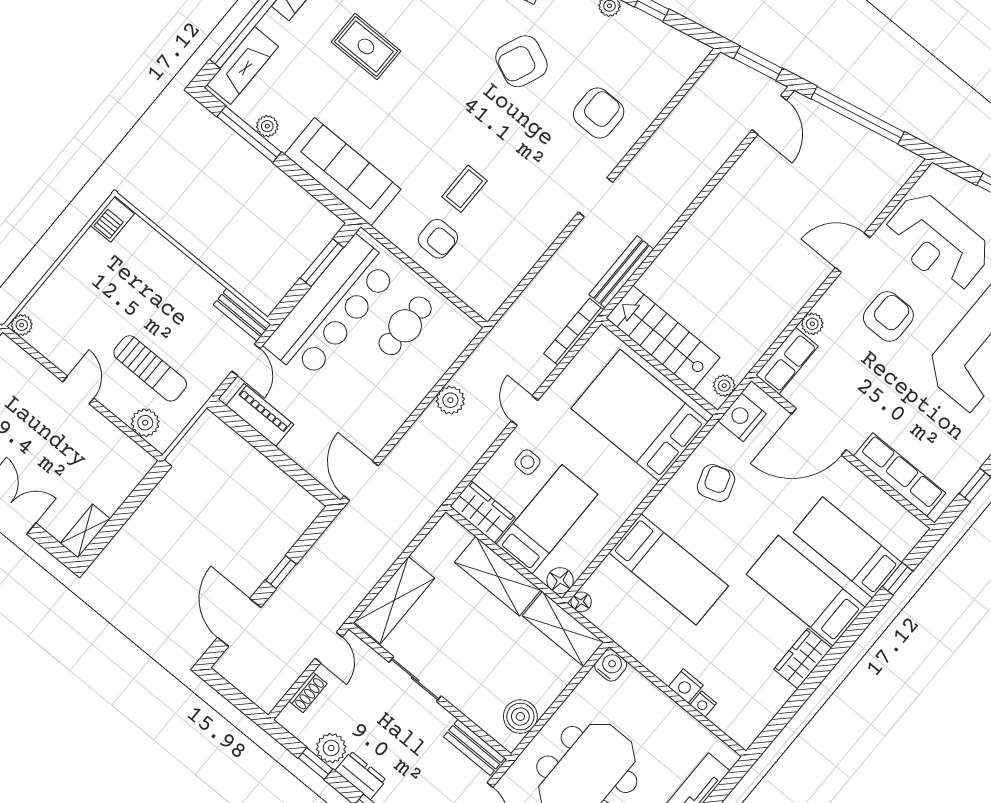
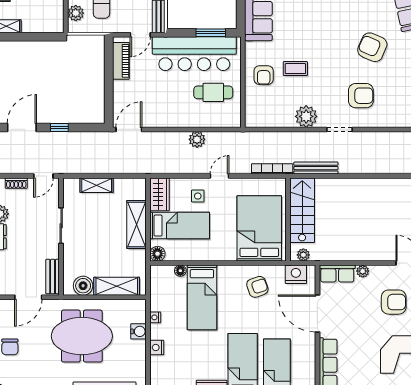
armchair: (599, 113) -> (361, 96), moved
plant: (541, 228) -> (306, 116), added
shelving: (394, 600) -> (97, 185), width x0.67, depth x0.75
floor lamp: (581, 602) -> (180, 271), moved
shelving: (563, 629) -> (117, 286), moved, turned 90
water cooler: (611, 665) -> (139, 331), moved
nightstand: (703, 704) -> (155, 317), moved

